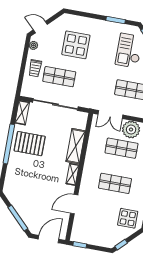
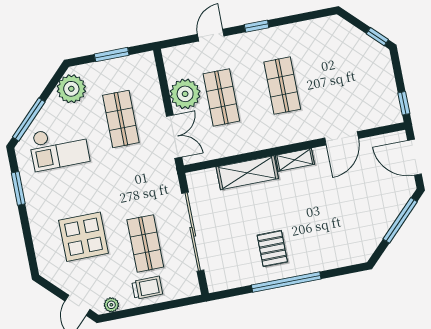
shelving: (22, 113) -> (227, 280), removed
pallet: (30, 144) -> (272, 249), width x0.67, depth x0.71
door: (74, 204) -> (342, 138), hinge flipped
display table: (128, 218) -> (330, 43), removed

